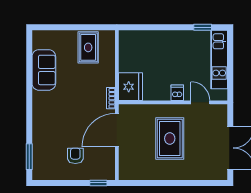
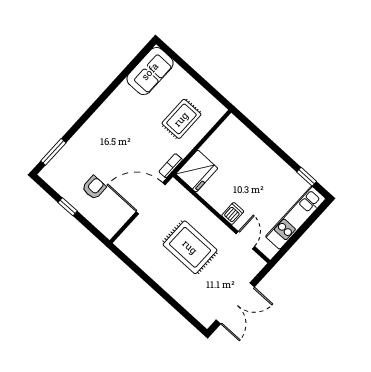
rug: (88, 47) -> (181, 119), moved
sofa: (44, 70) -> (150, 71), moved
rug: (170, 138) -> (190, 247), turned 90
window: (98, 183) -> (68, 207), moved

